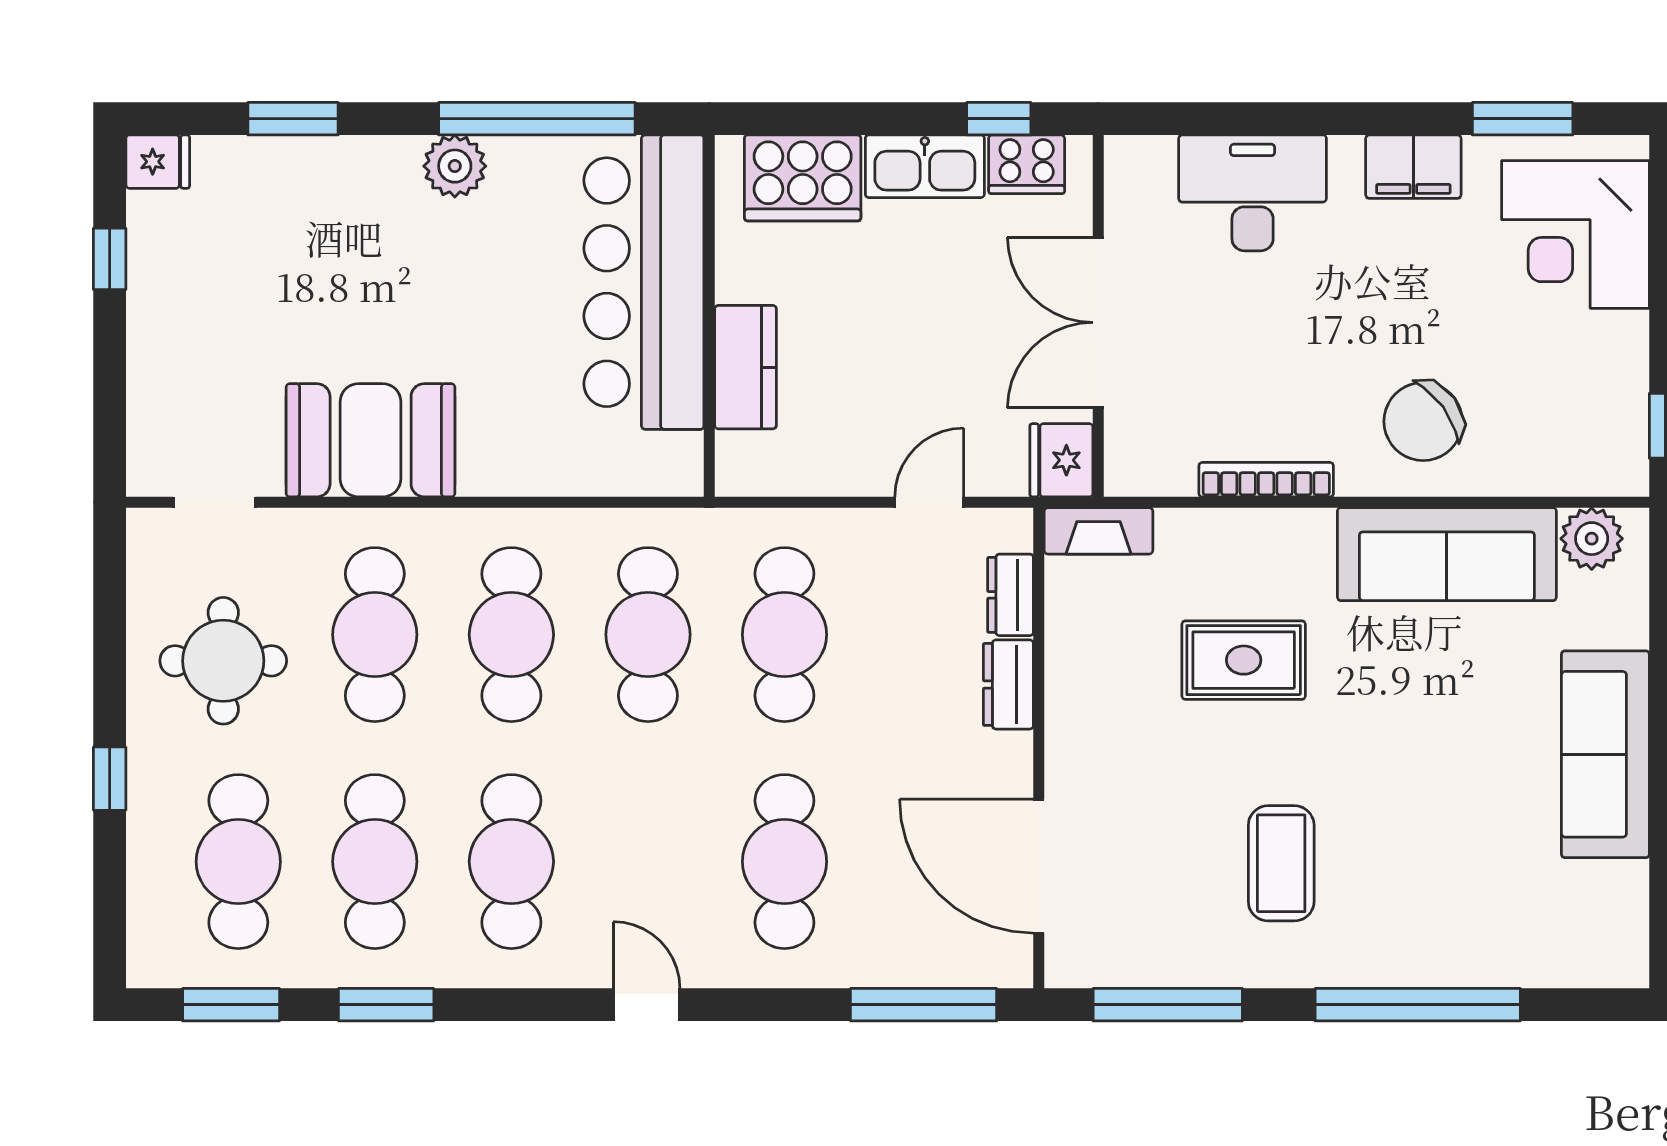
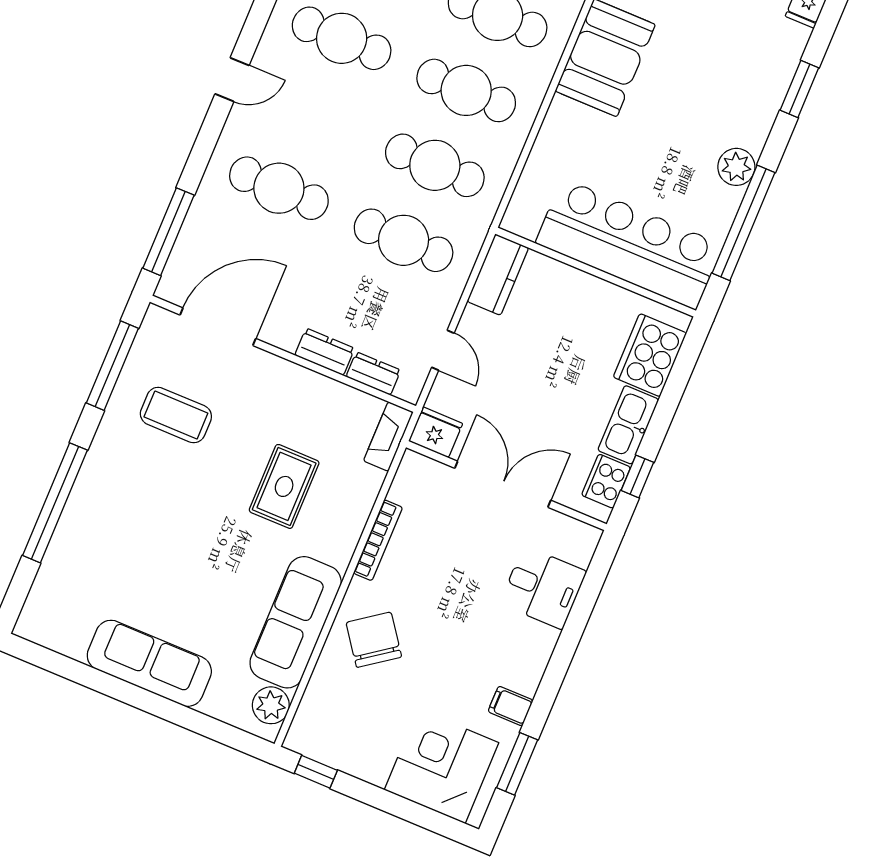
filing cabinet: (1413, 167) -> (510, 706), width x0.50
desk: (1253, 193) -> (543, 588), width x0.73
kitchen counter: (746, 367) -> (498, 275), moved, turned -90
coffee table: (1281, 863) -> (176, 415), moved

